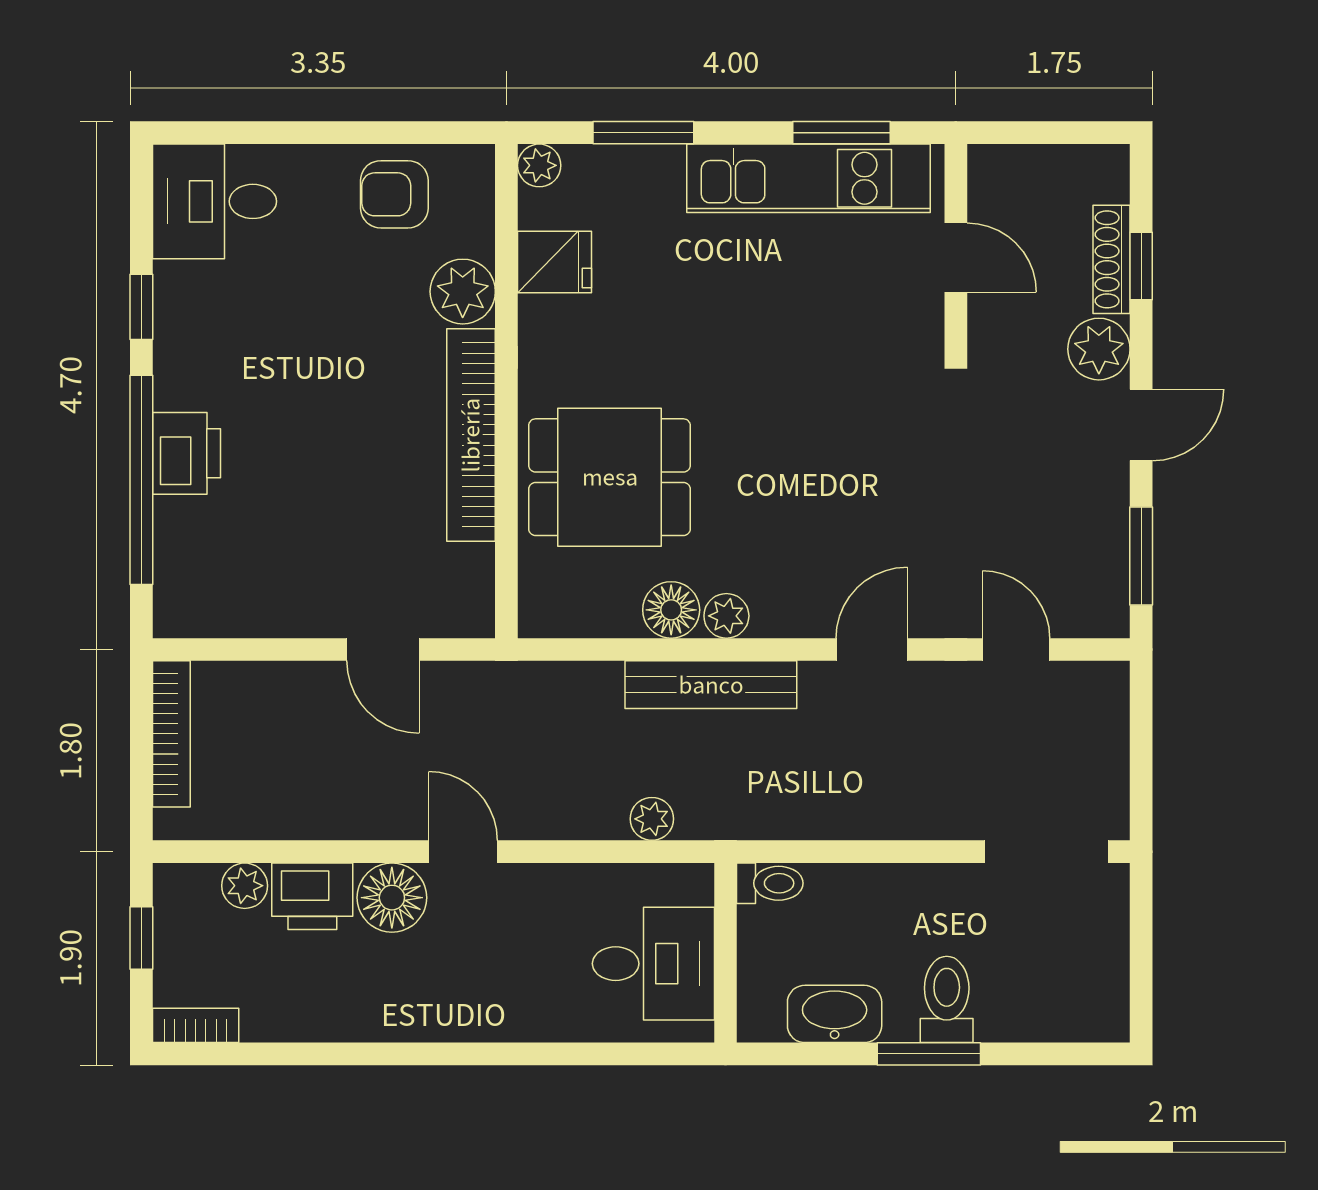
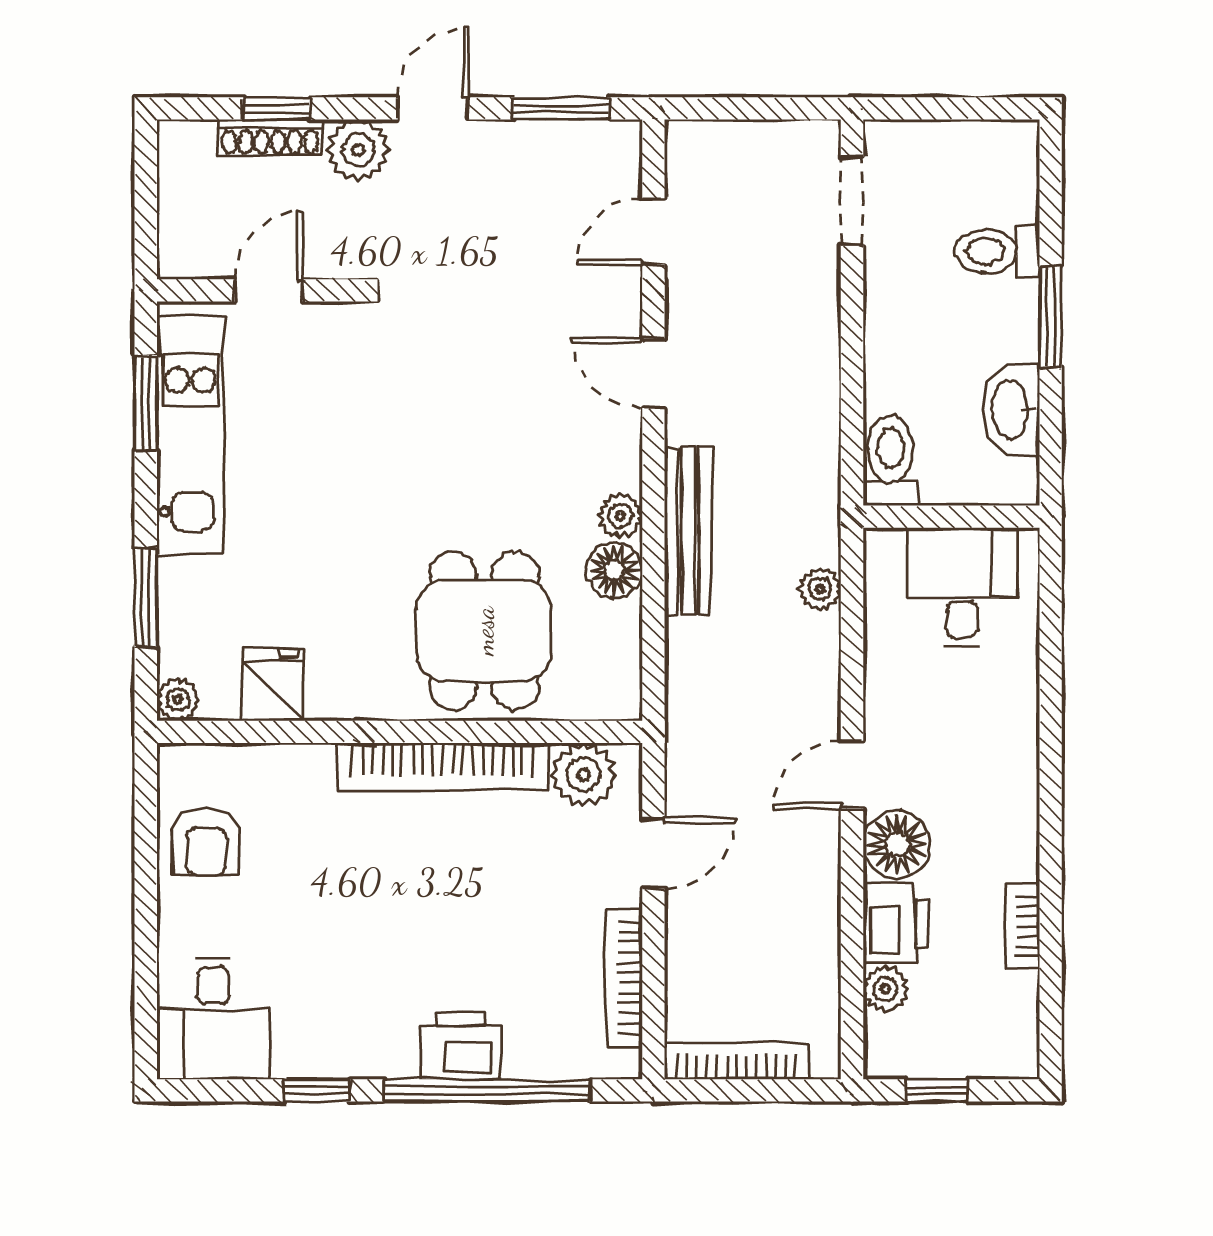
plant: (463, 292) -> (584, 775), moved
door: (1141, 425) -> (433, 108), hinge flipped
bookcase: (256, 620) -> (625, 978), added
doorway: (1047, 852) -> (852, 201), width x0.73
toilet: (770, 883) -> (890, 461), width x1.37, depth x1.39
toilet: (947, 999) -> (997, 251), moved
bookcase: (196, 1025) -> (1023, 926), moved

